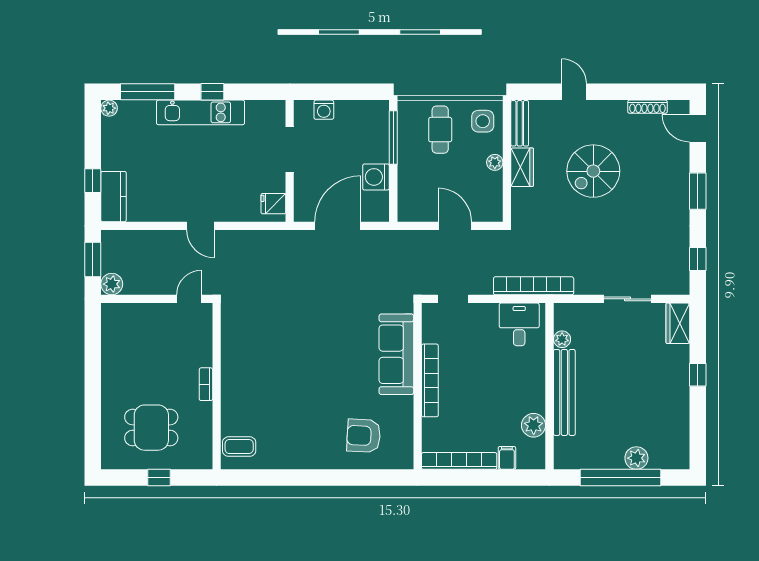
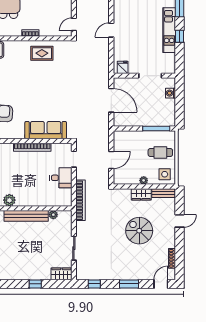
washing machine: (376, 177) -> (136, 120), removed
door: (189, 299) -> (74, 24), swing flipped
desk: (519, 324) -> (61, 178), moved
rug: (246, 362) -> (42, 53), added

